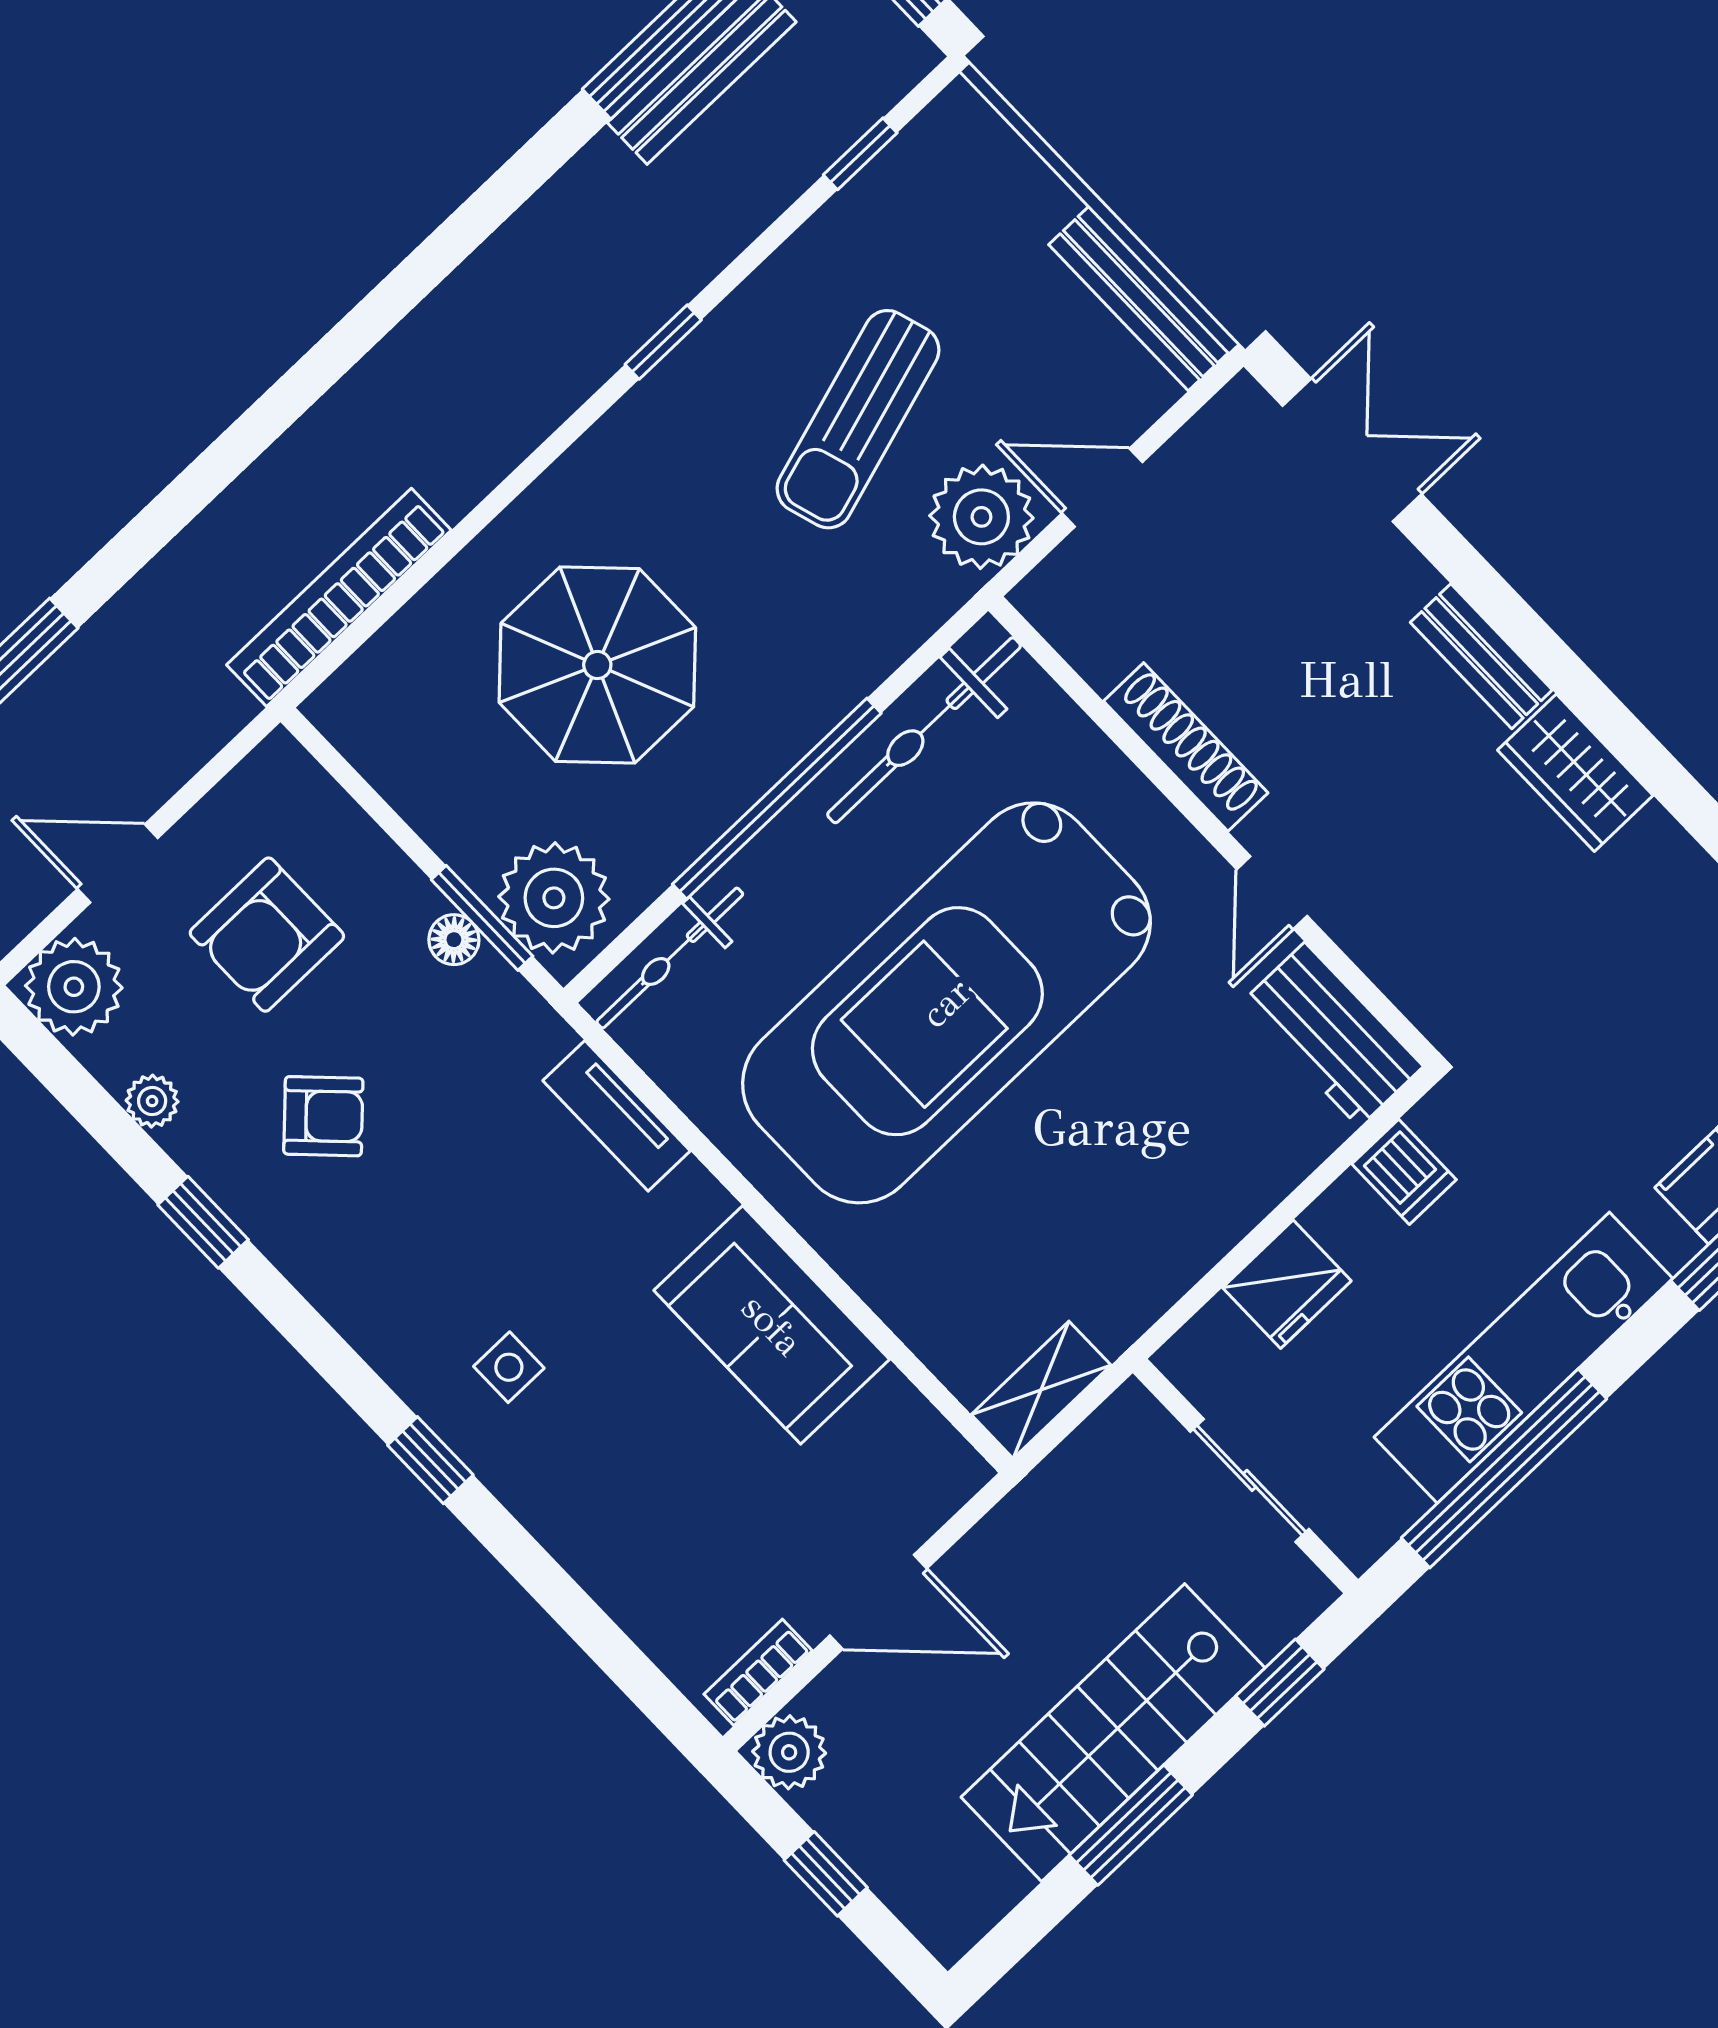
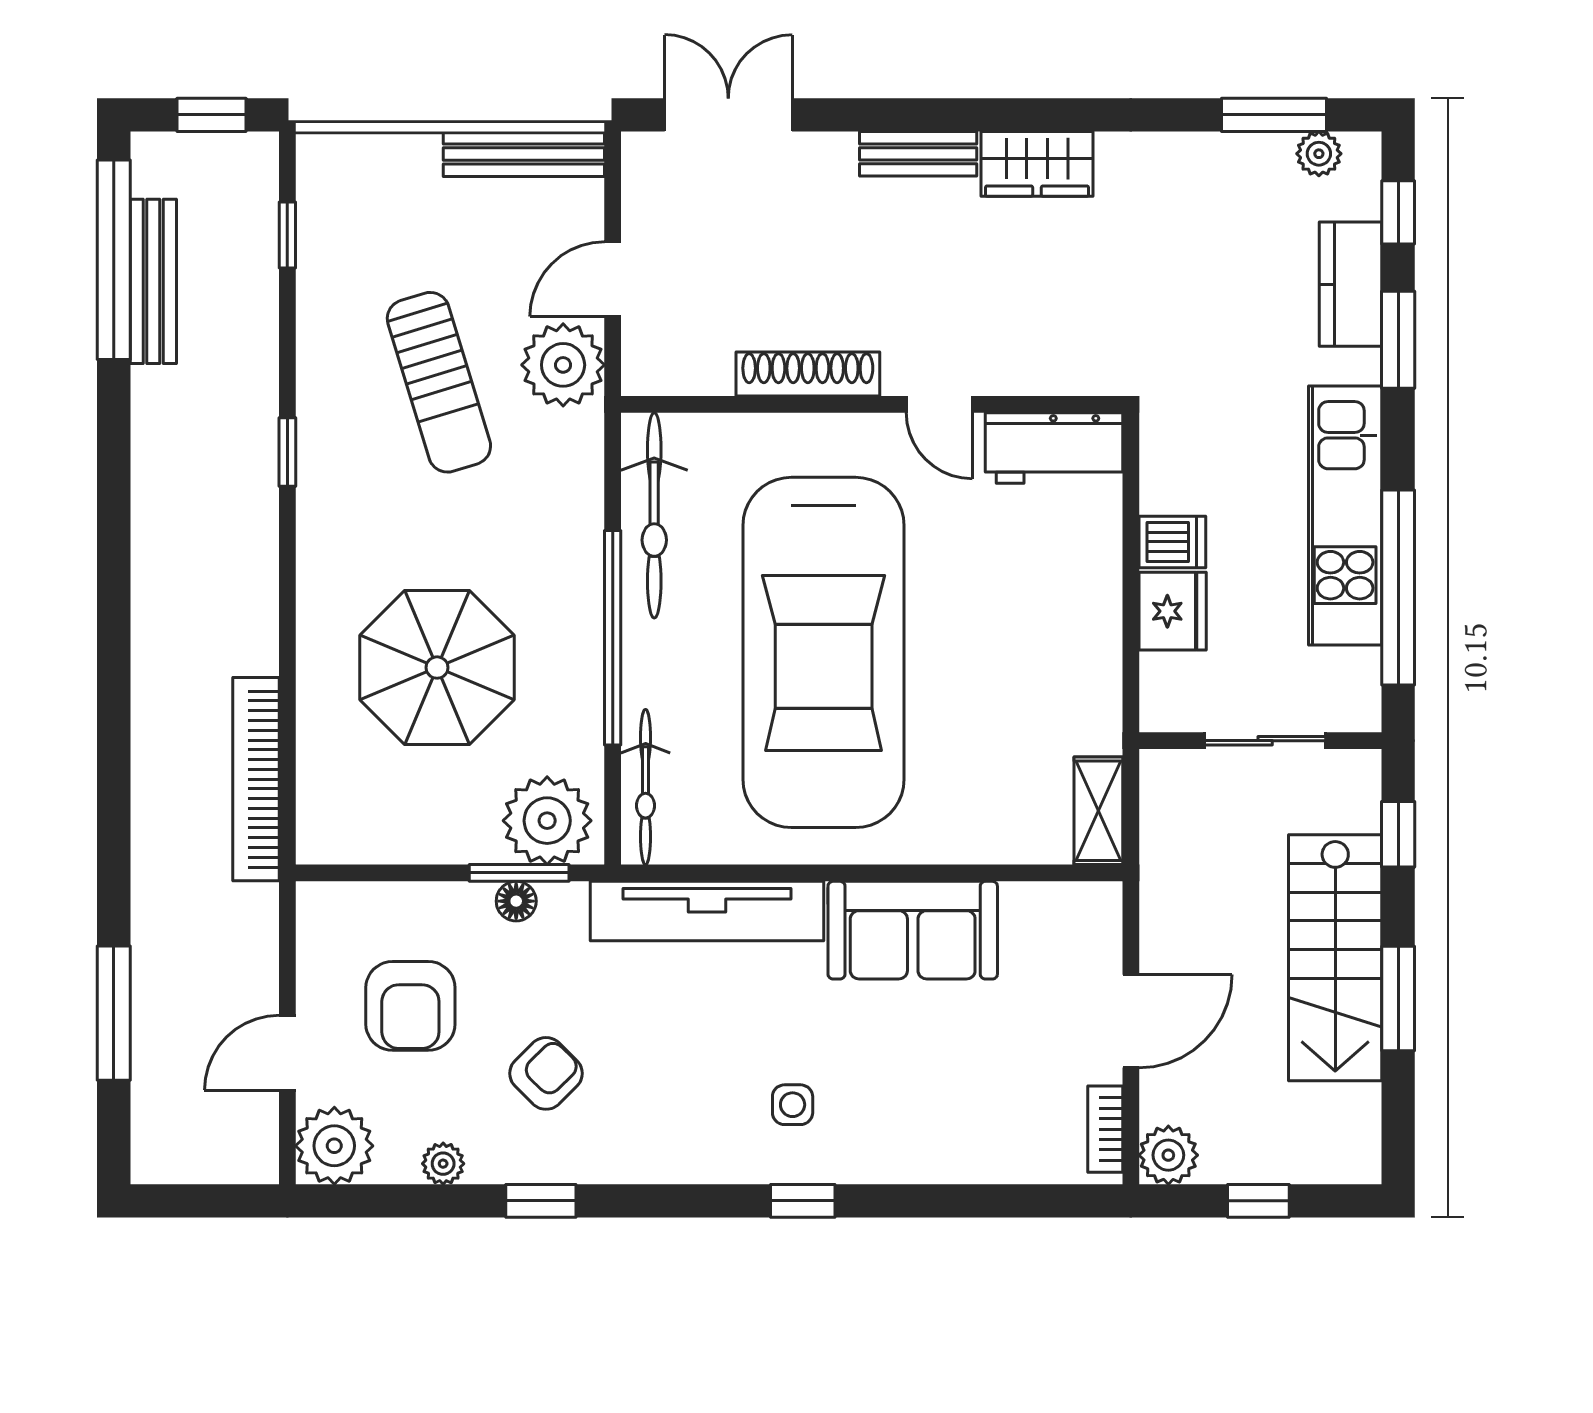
tv unit: (617, 1116) -> (707, 911), width x1.92, depth x1.29
dishwasher: (1404, 1172) -> (1172, 542), moved

